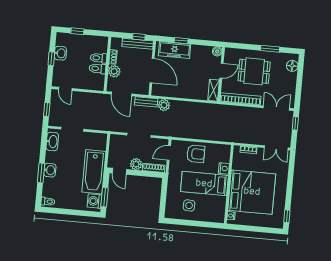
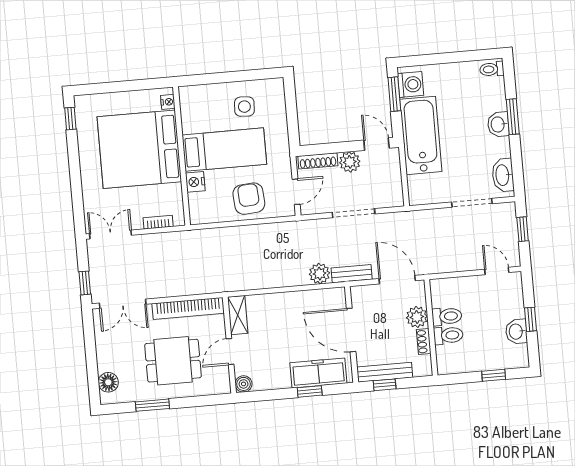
armchair: (196, 154) -> (249, 199), turned 86

